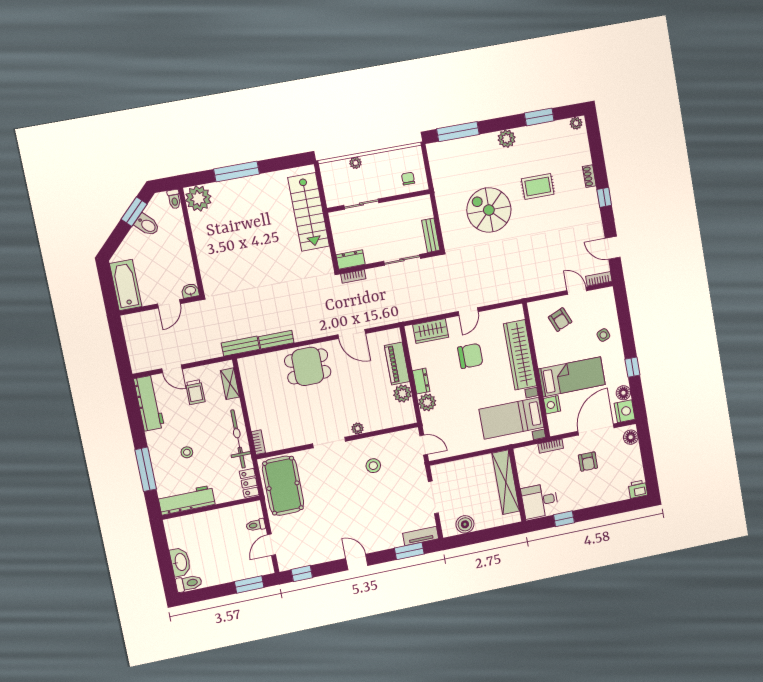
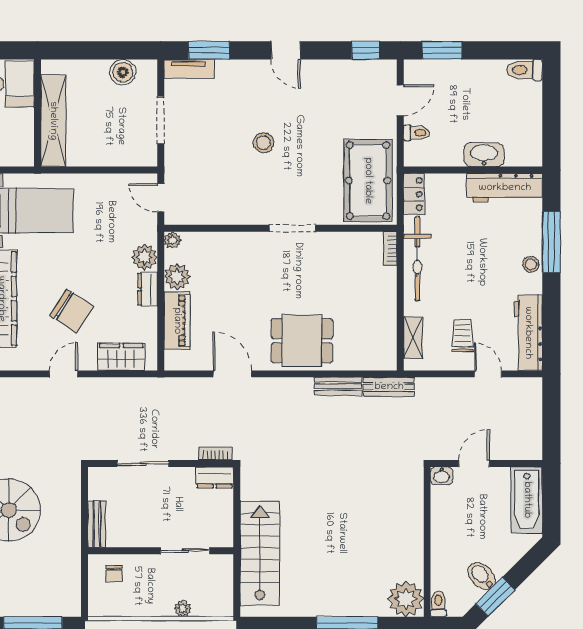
bench: (431, 235) -> (97, 524), moved
chair: (470, 356) -> (72, 311), turned -147
plant: (358, 428) -> (172, 240), moved
stool: (187, 452) -> (531, 264), moved
stool: (373, 466) -> (263, 143), moved
washbasin: (180, 562) -> (484, 155), moved, turned 90

